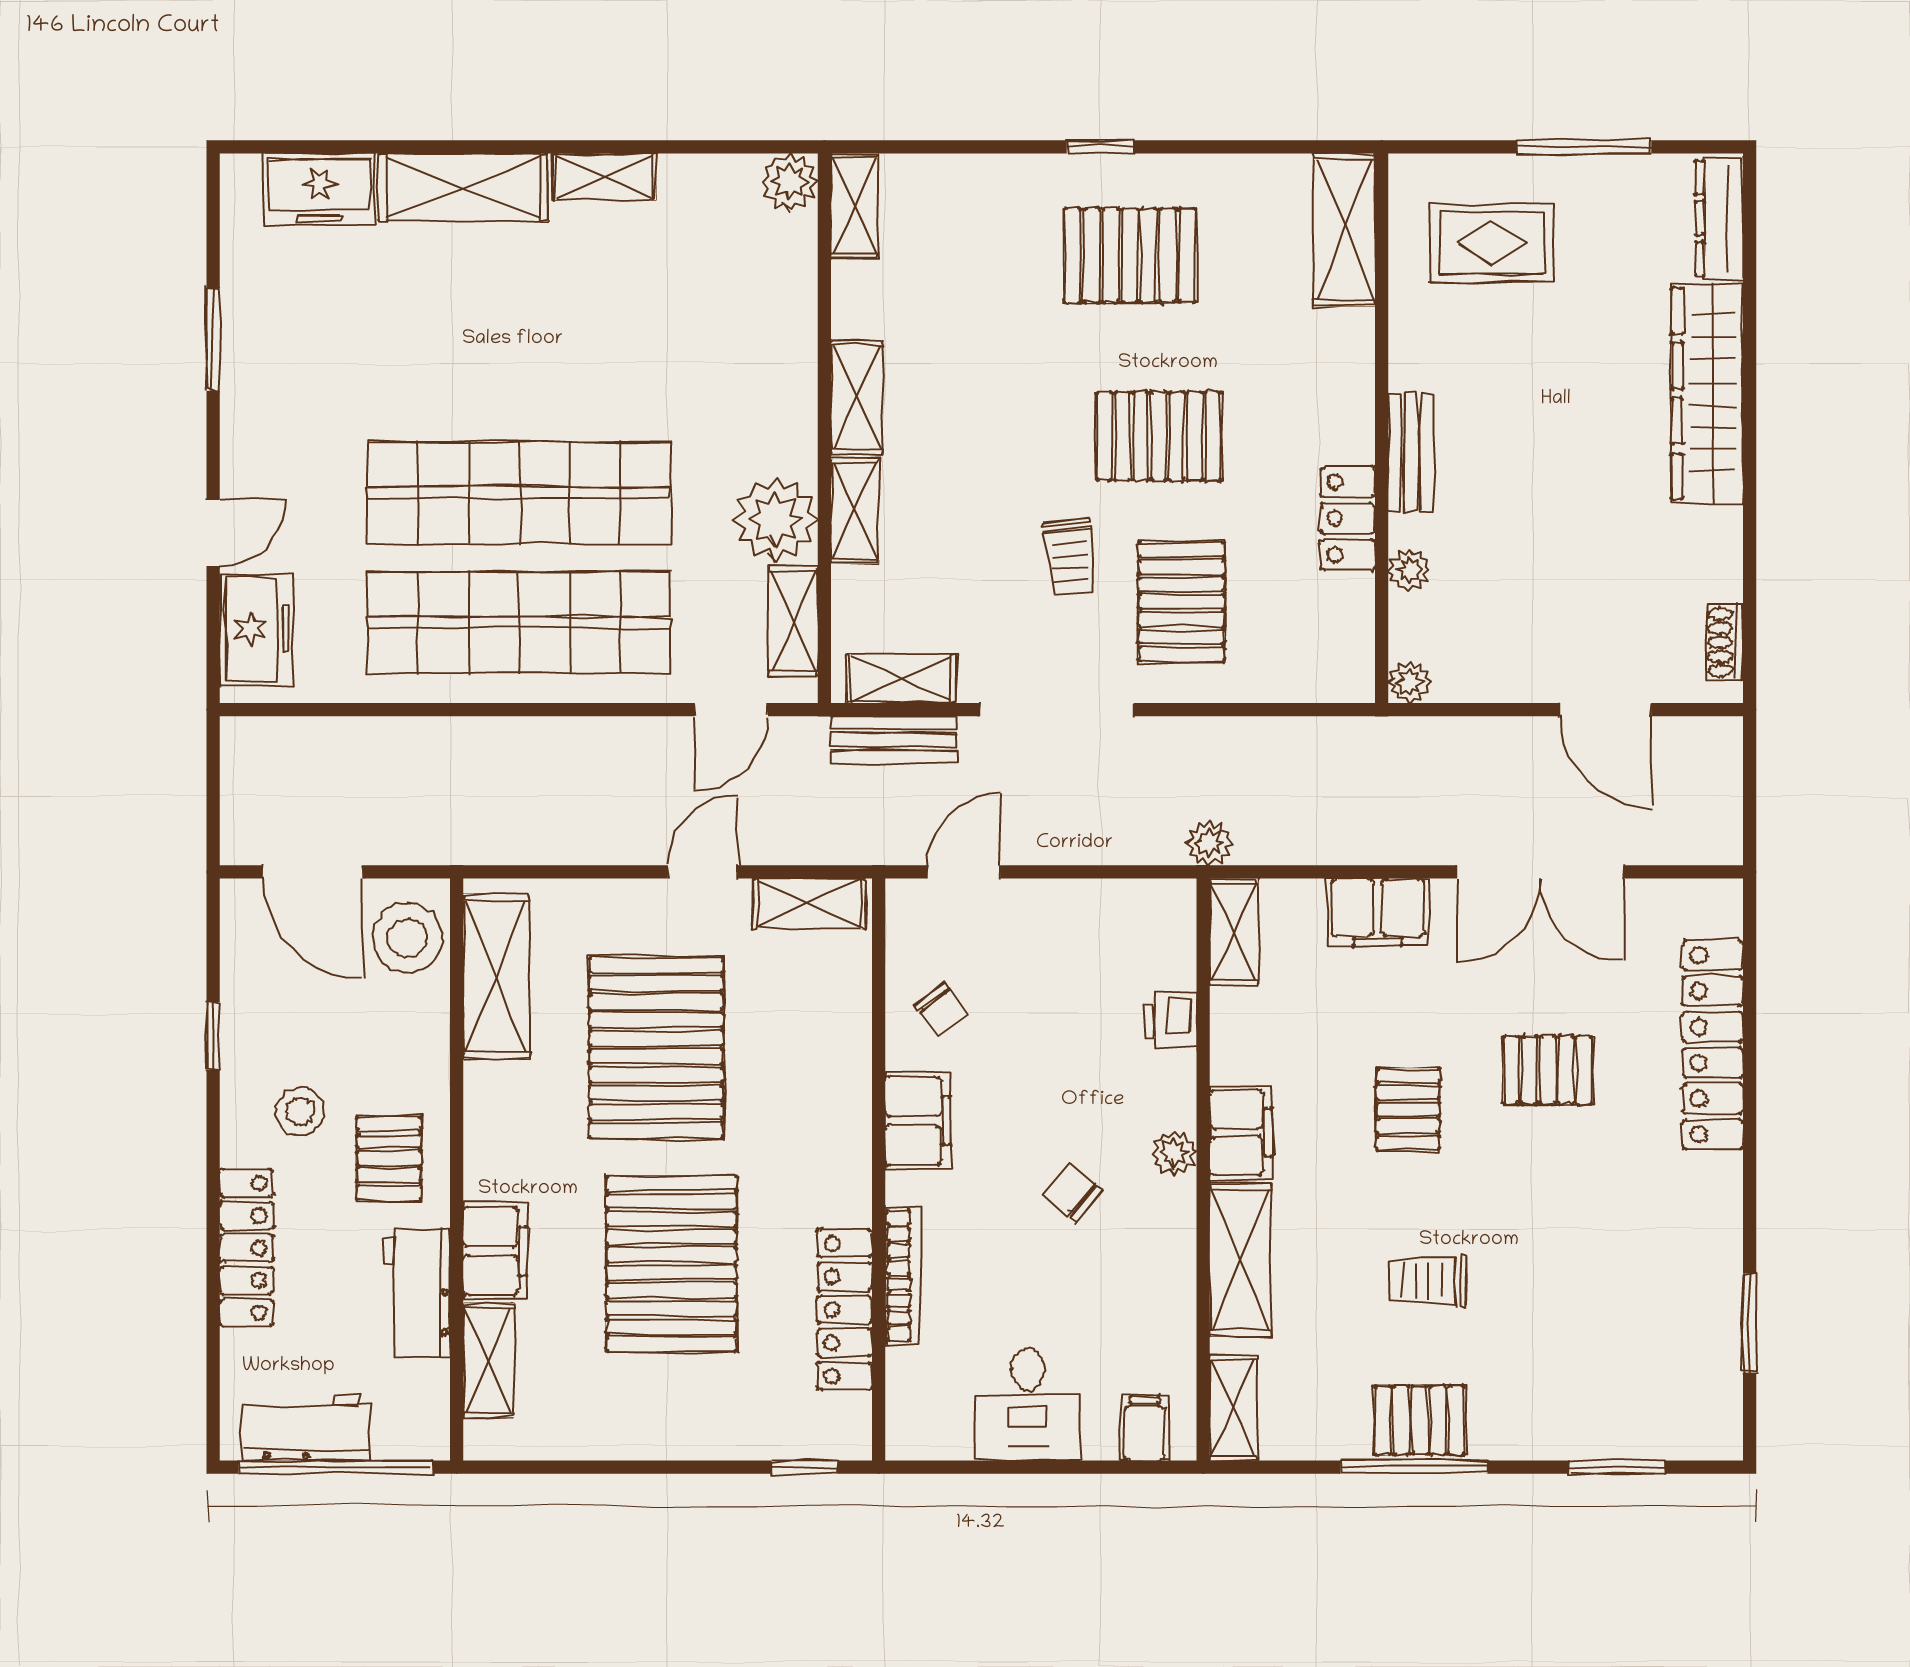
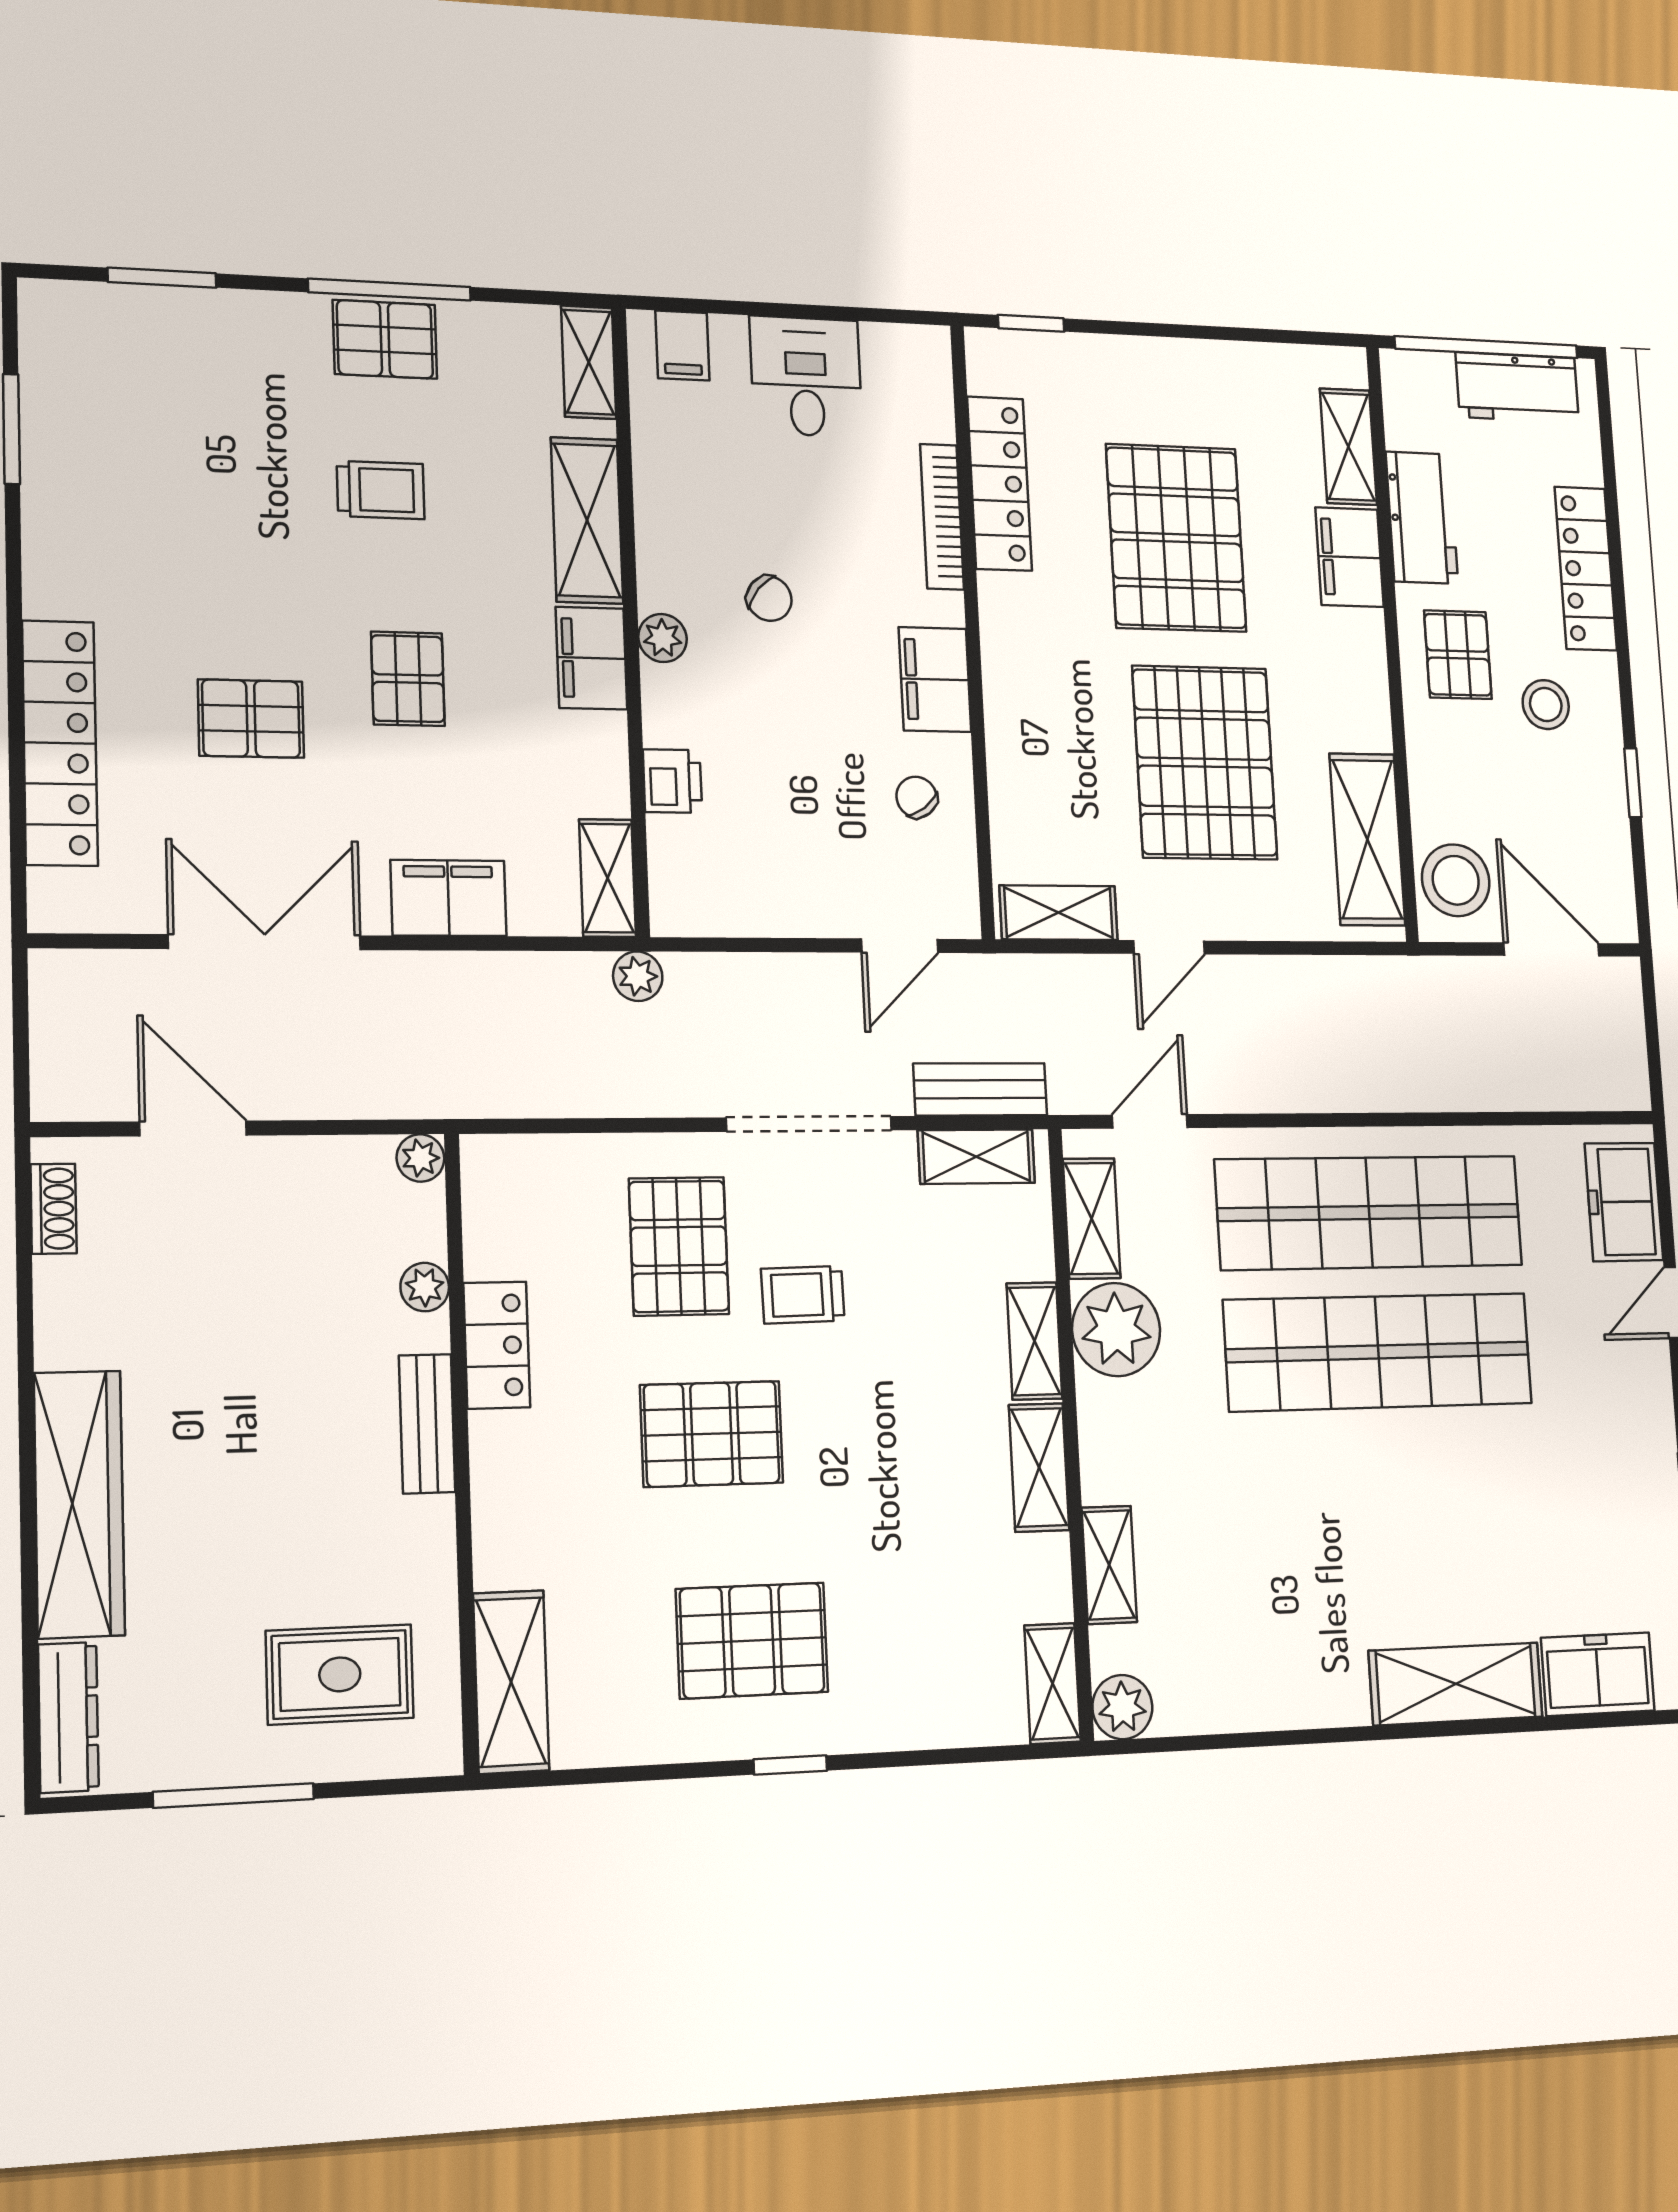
shelving: (604, 177) -> (1109, 1565), moved, turned 90
trolley: (1070, 557) -> (803, 1295), turned -85

